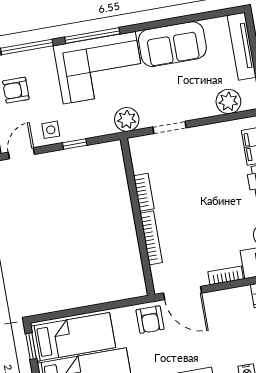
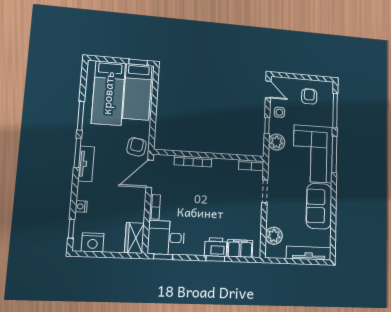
plant: (127, 119) -> (277, 142), moved
bookcase: (144, 192) -> (251, 165), moved
armchair: (150, 320) -> (136, 147), turned 99

